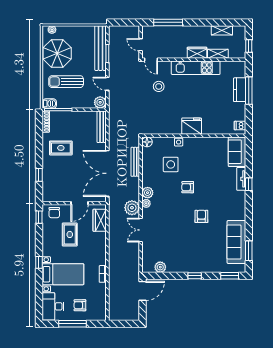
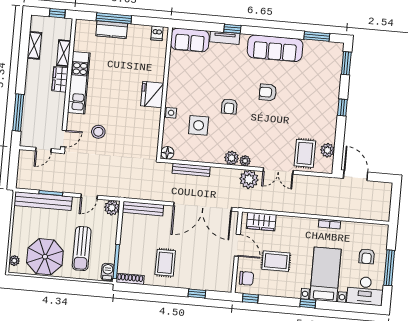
sofa: (236, 242) -> (275, 48), moved
rug: (156, 250) -> (305, 153), added

